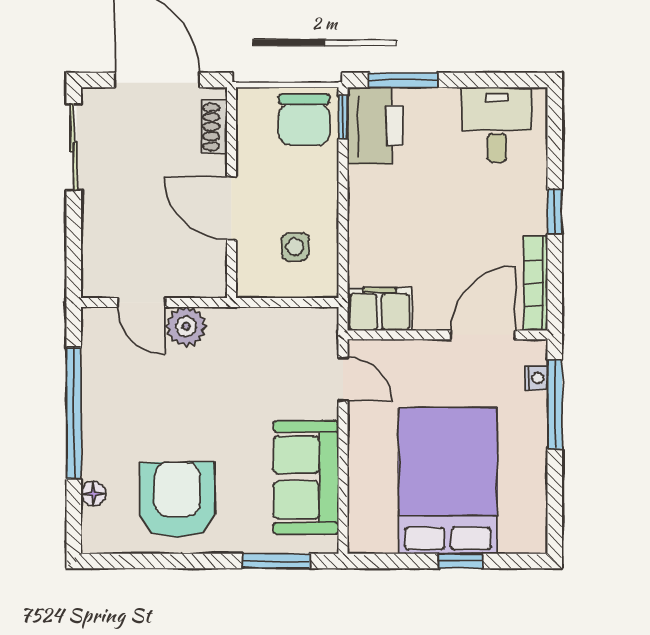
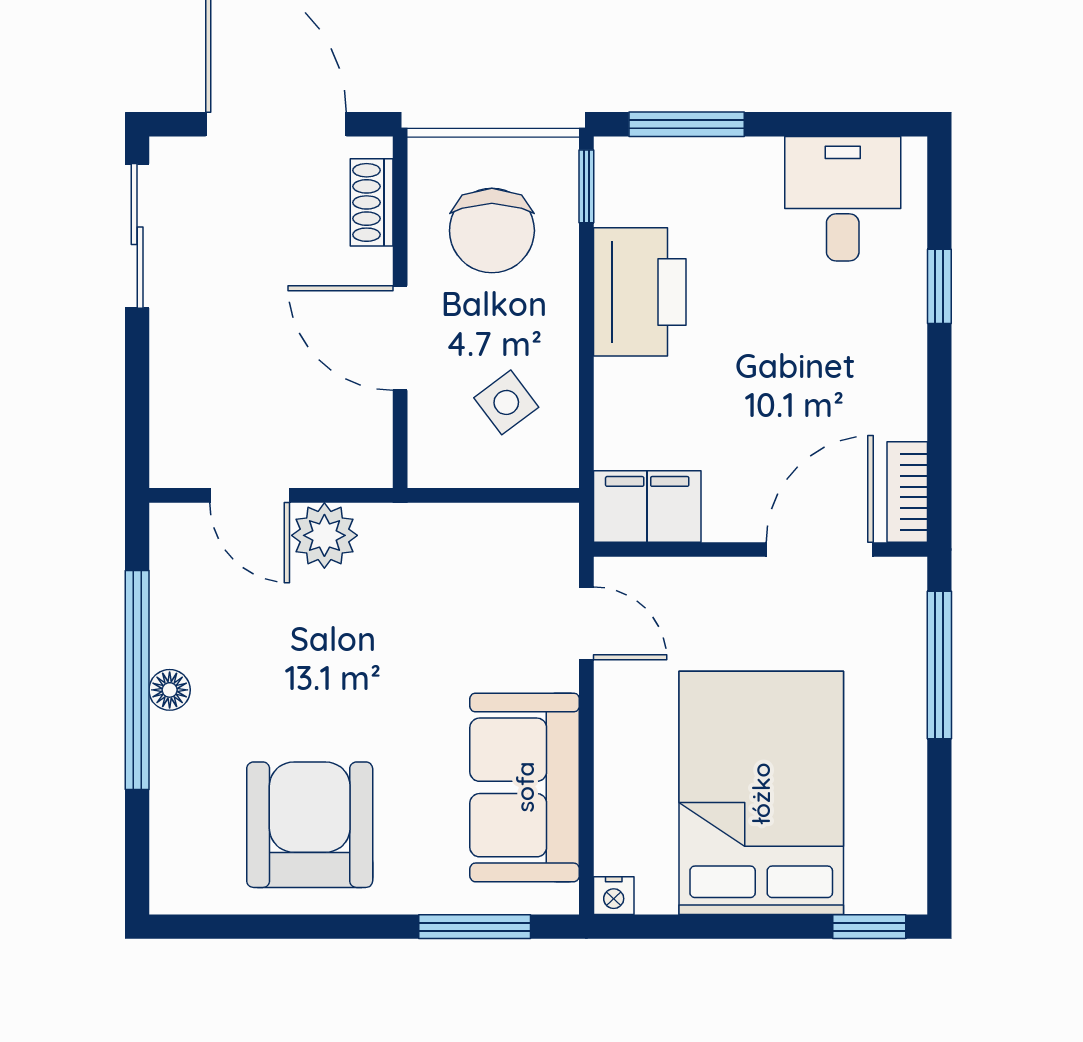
chair: (304, 120) -> (492, 231), moved
printer: (375, 126) -> (640, 292), moved
window: (555, 212) -> (939, 286), moved
side table: (295, 247) -> (506, 402), turned -37
bookcase: (535, 283) -> (907, 492), width x0.64
nightstand: (536, 378) -> (614, 896), moved, turned 90
floor lamp: (93, 494) -> (170, 690), moved
window: (460, 561) -> (869, 927), moved

